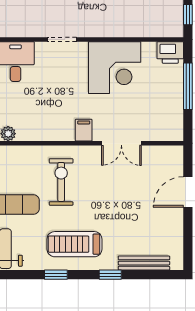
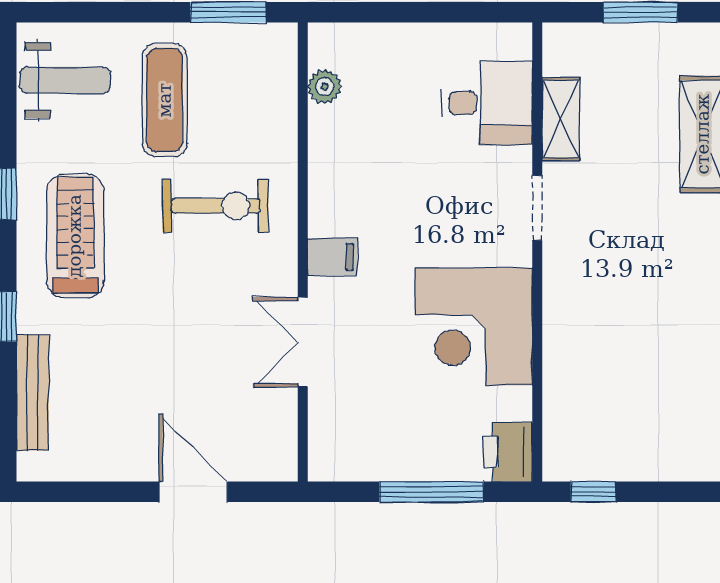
shelving: (23, 29) -> (561, 119), added

